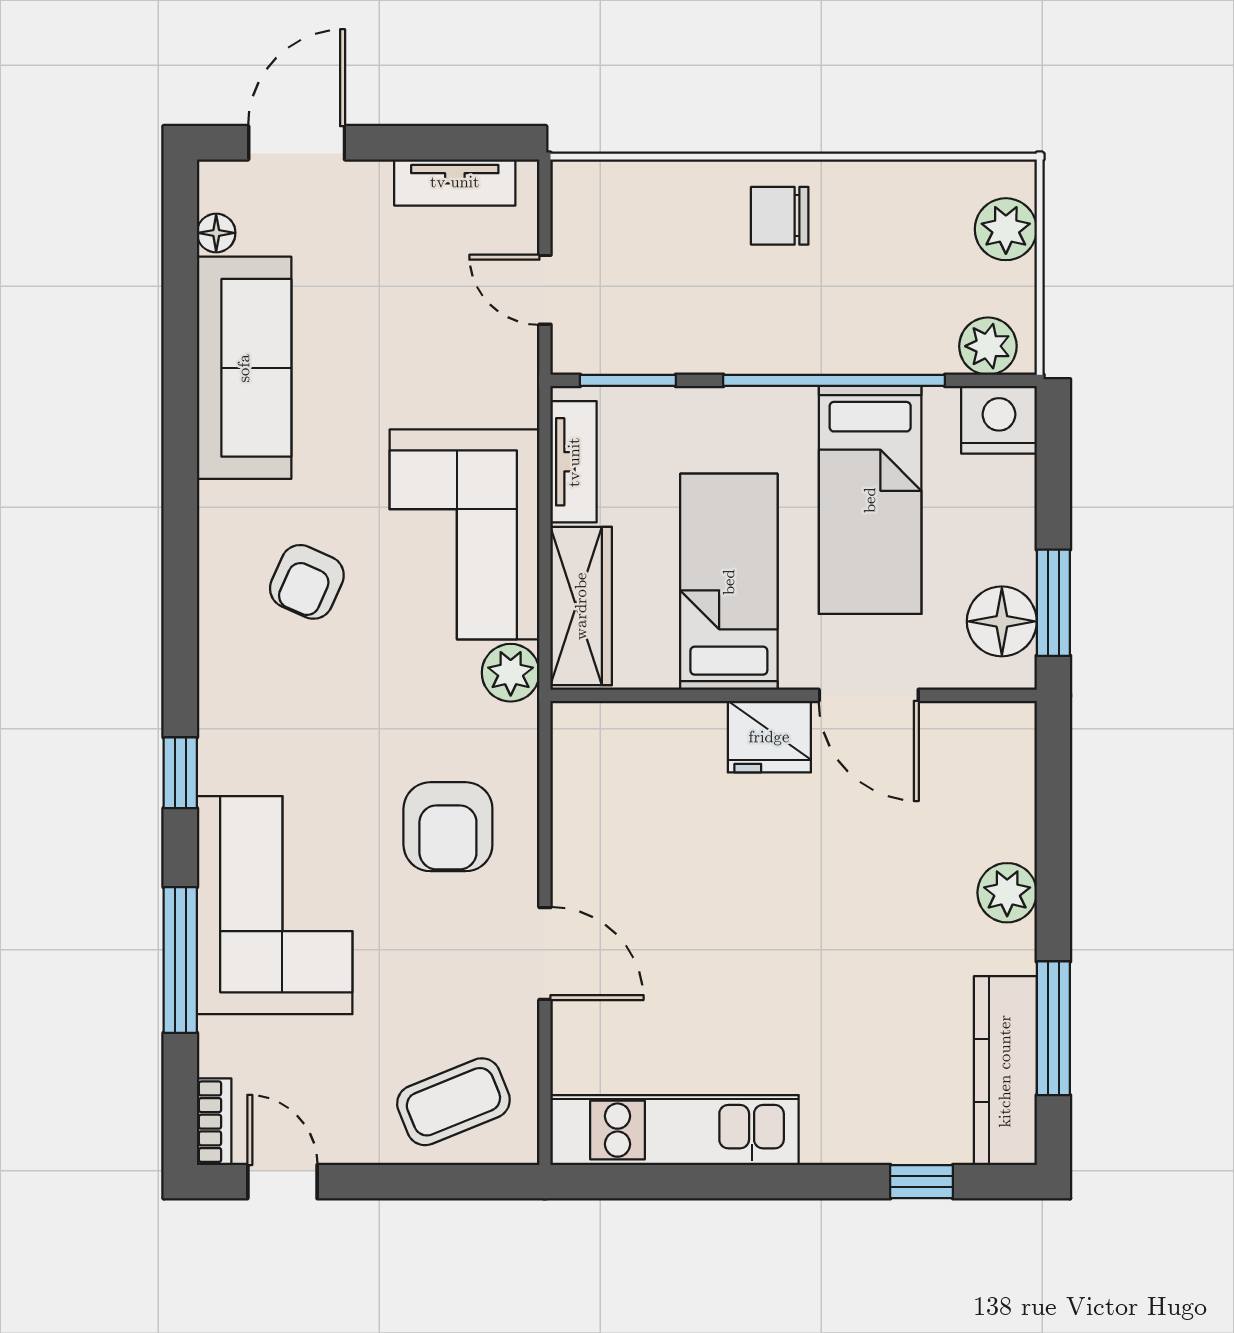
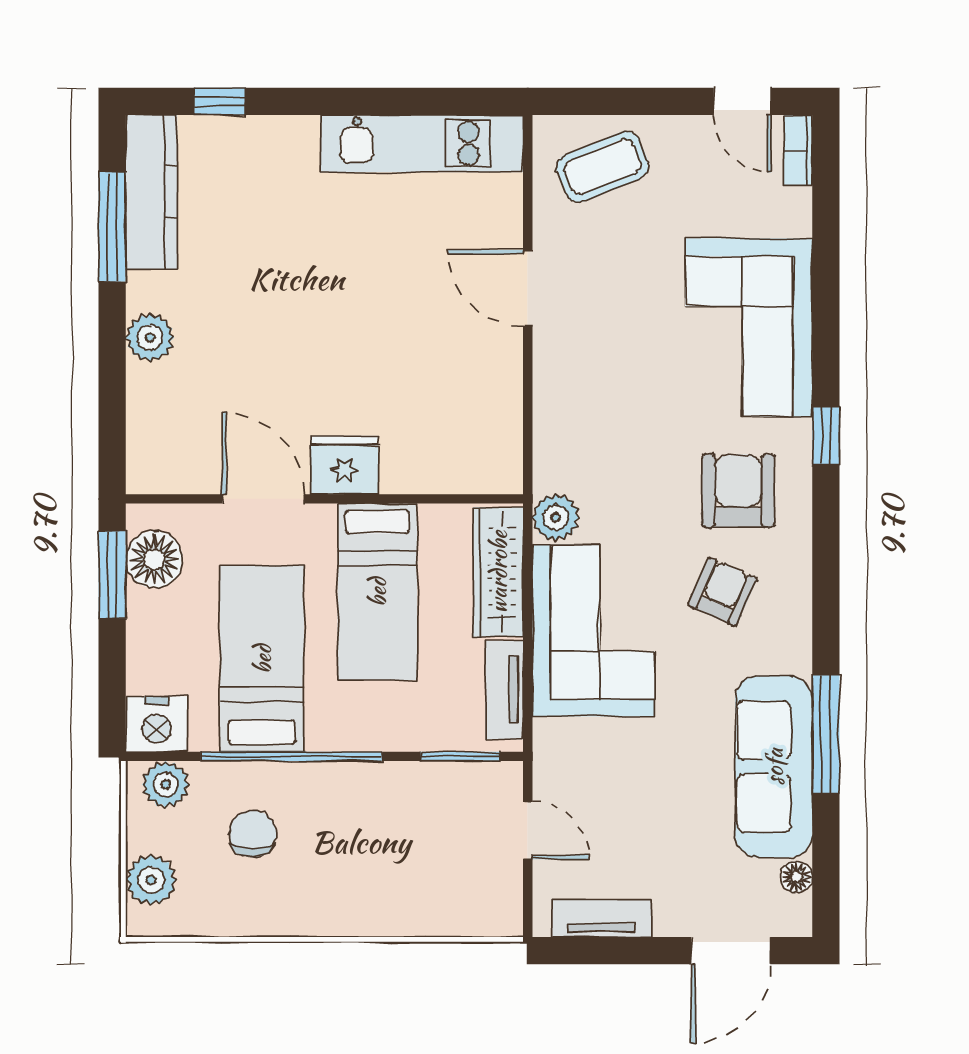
chair: (780, 216) -> (253, 834), moved, turned -90
armchair: (448, 827) -> (738, 491), moved
window: (180, 960) -> (826, 734), moved

